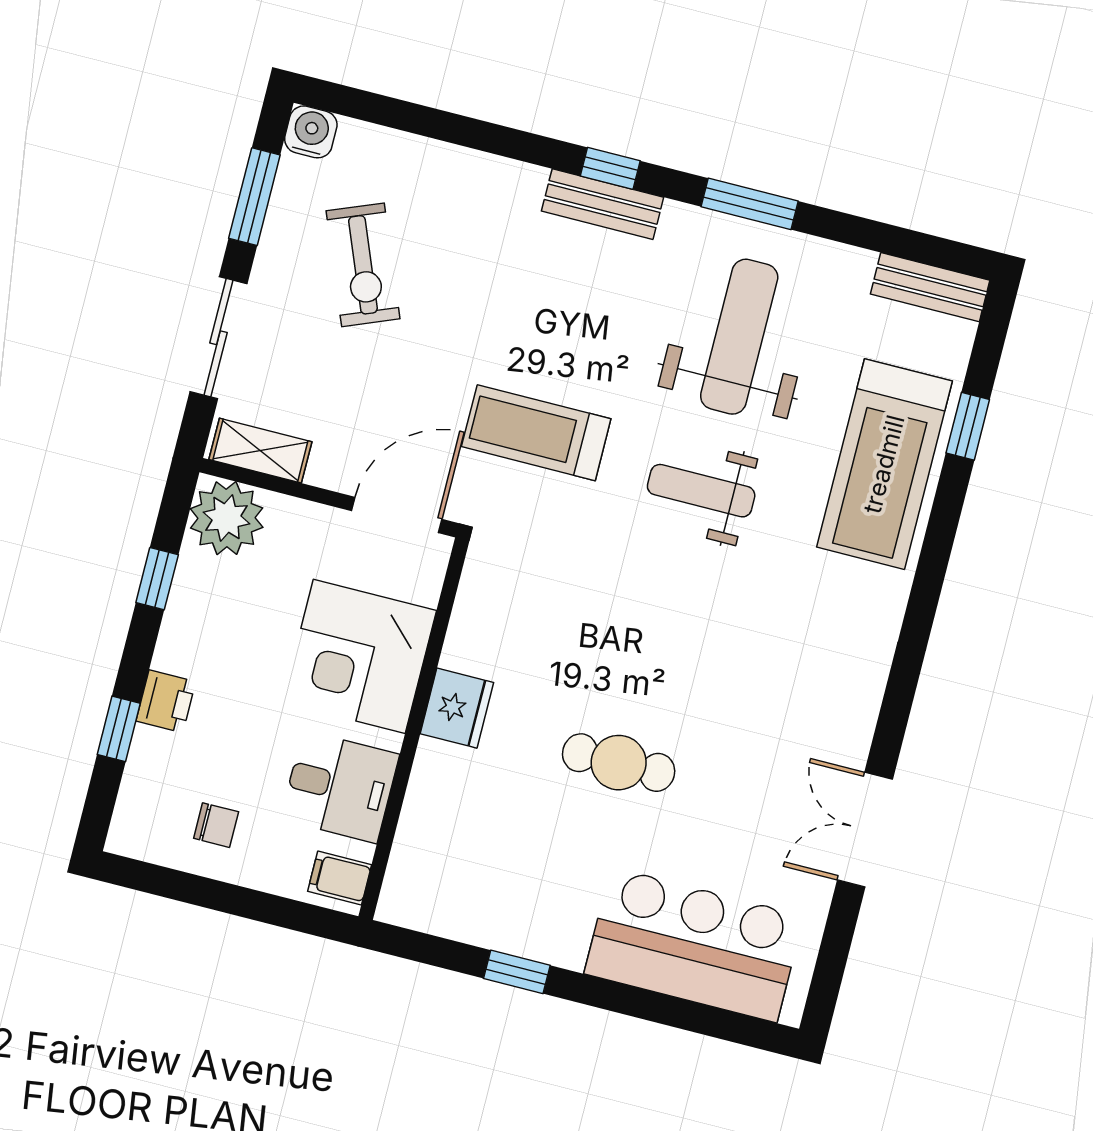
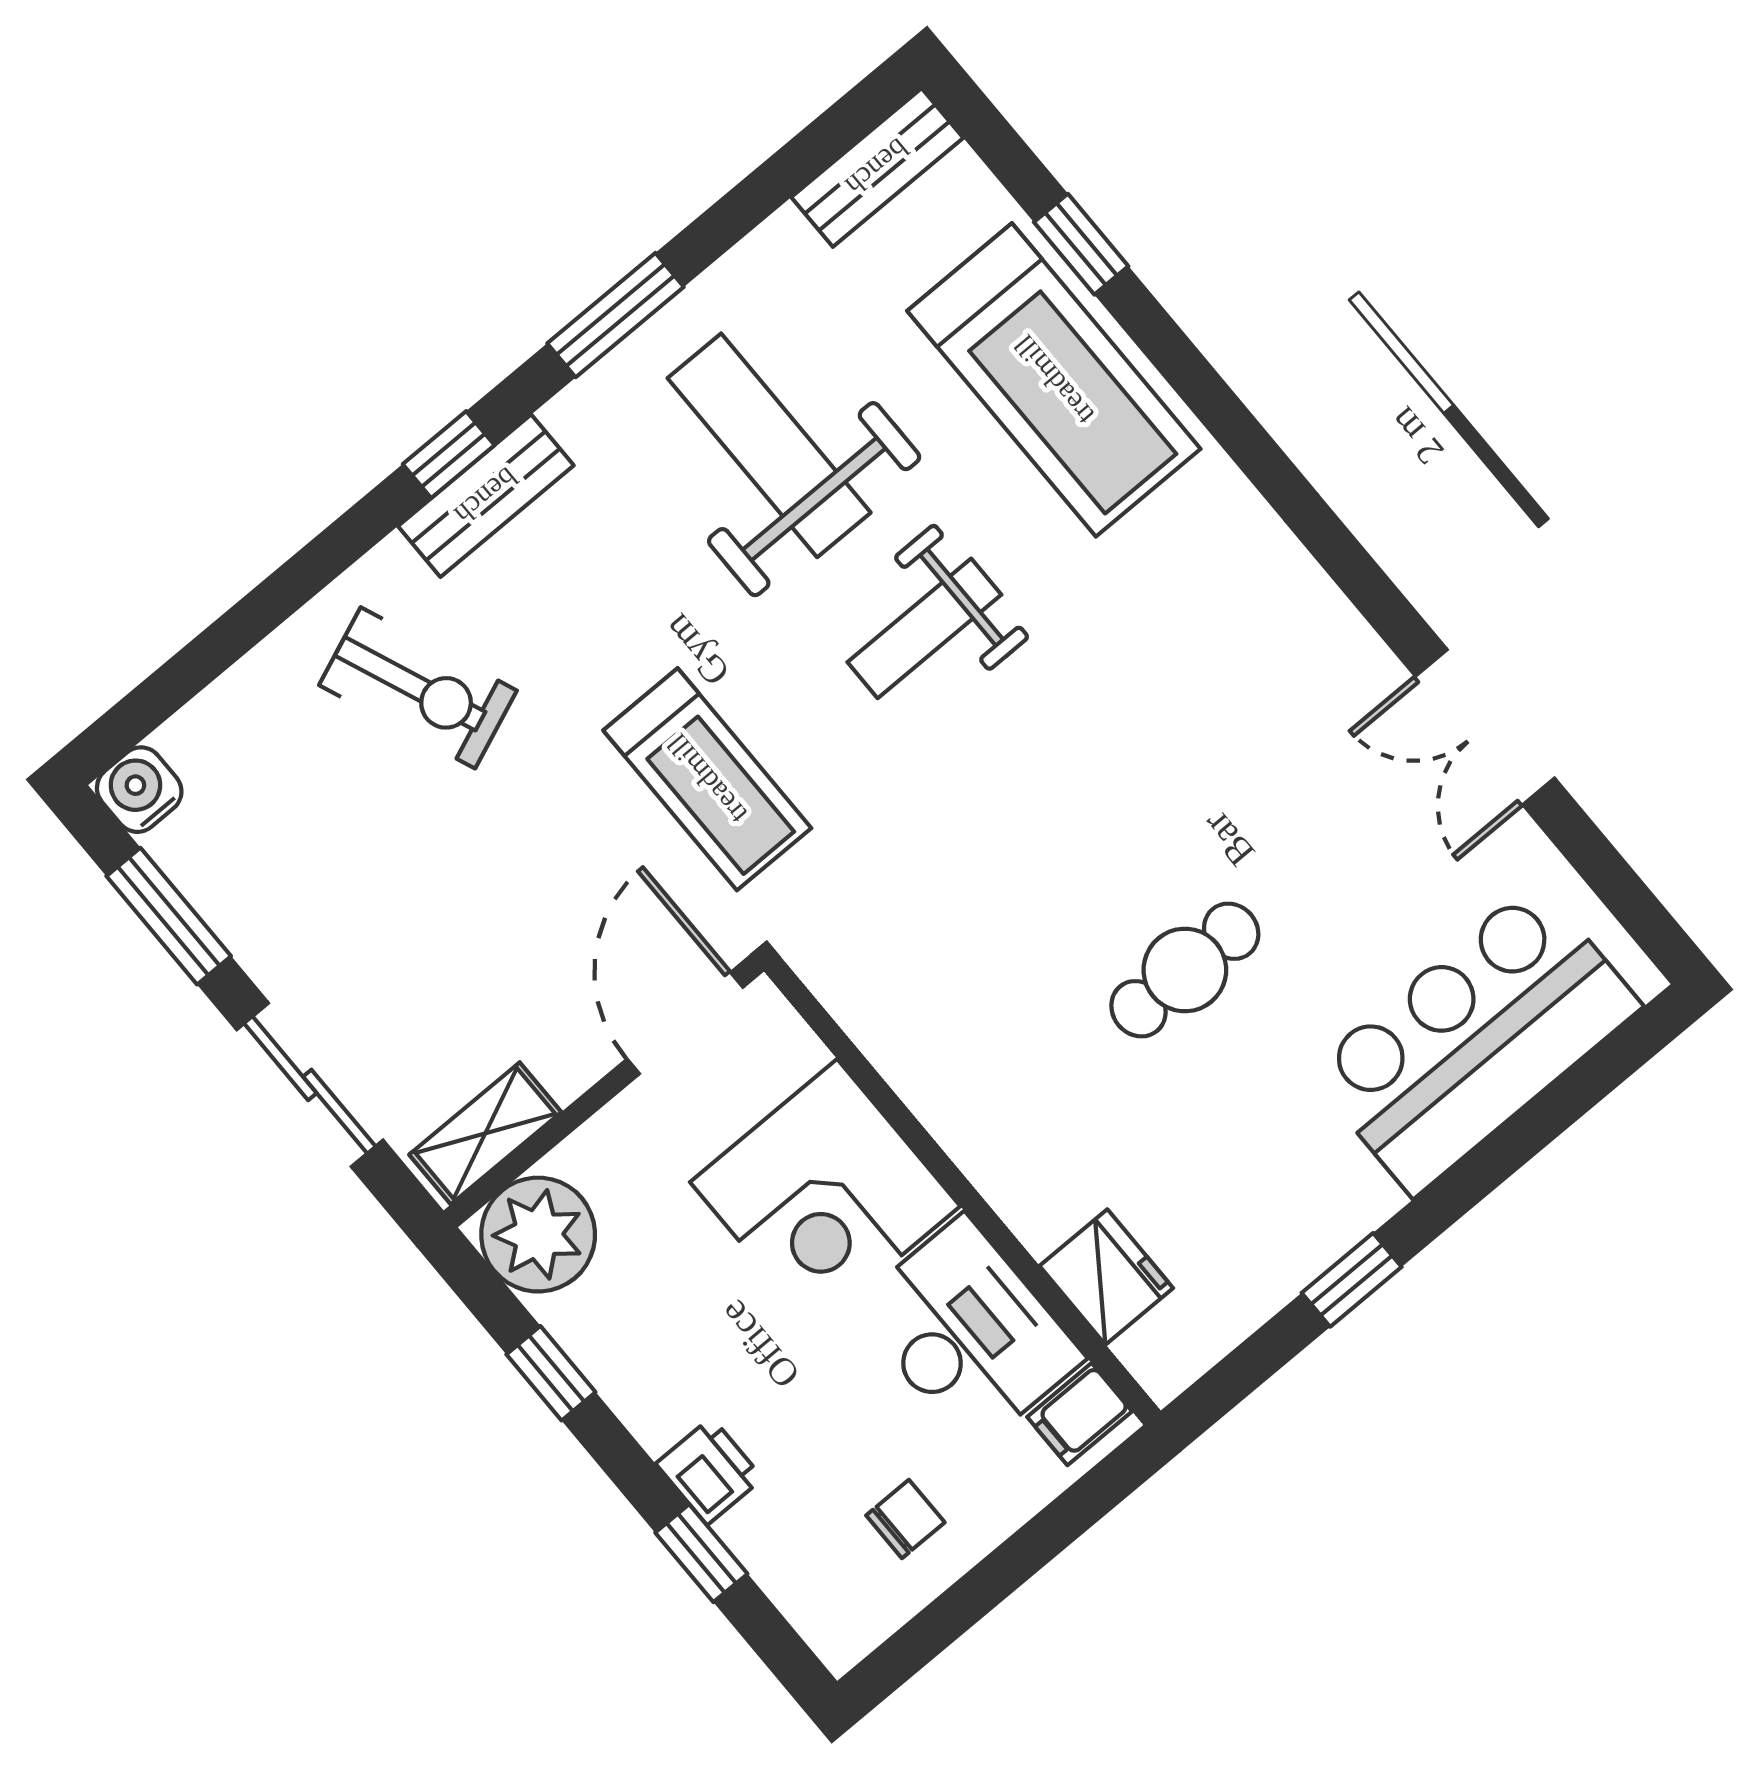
exercise bike: (363, 265) -> (418, 688), moved
treadmill: (536, 433) -> (707, 779), turned -90
fridge: (457, 708) -> (1106, 1277), moved
desk: (340, 787) -> (968, 1333), width x1.37

